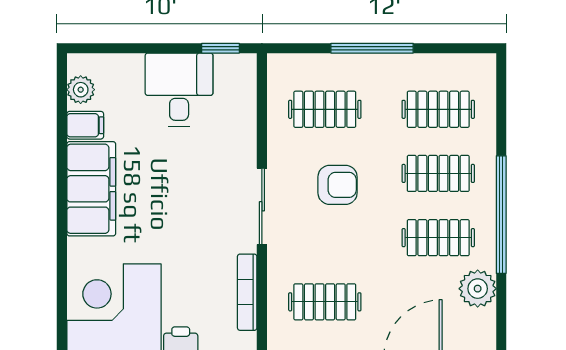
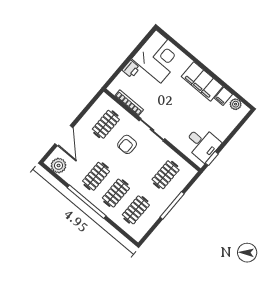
desk: (179, 90) -> (202, 144), moved
armchair: (338, 185) -> (127, 144), moved
plant: (478, 289) -> (59, 165), moved

